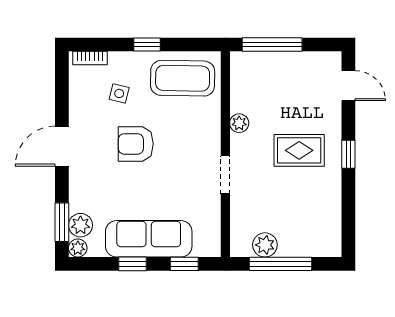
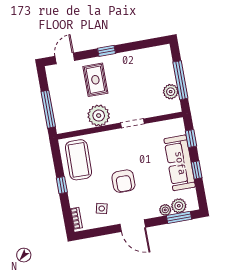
side table: (119, 93) -> (102, 209), moved
plant: (239, 123) -> (99, 116), width x1.87, depth x1.87
rug: (299, 150) -> (95, 80), moved
plant: (78, 248) -> (165, 210), moved

